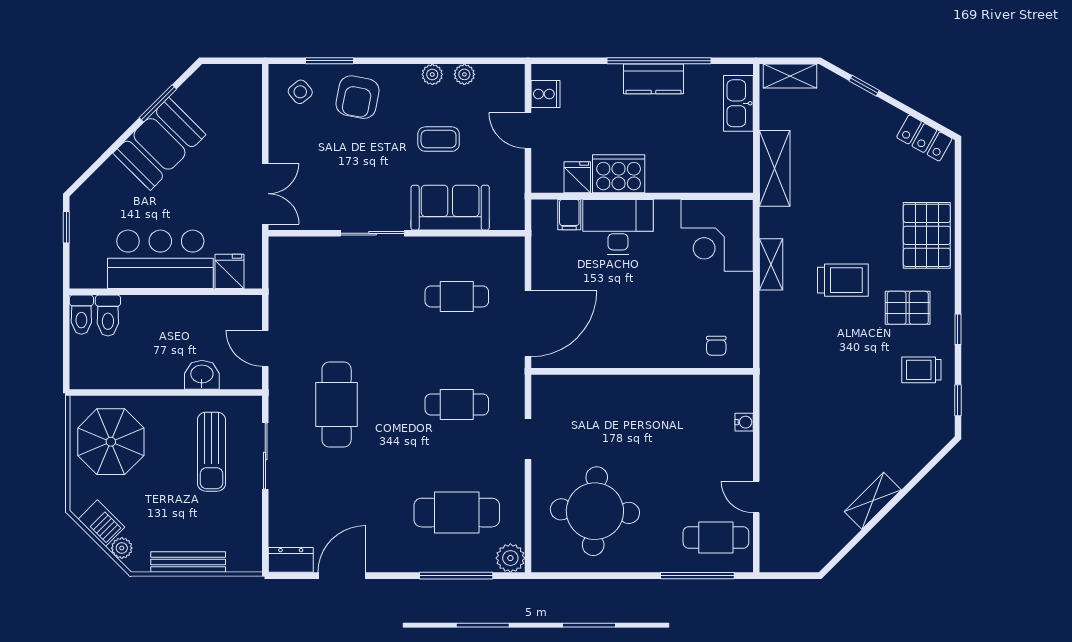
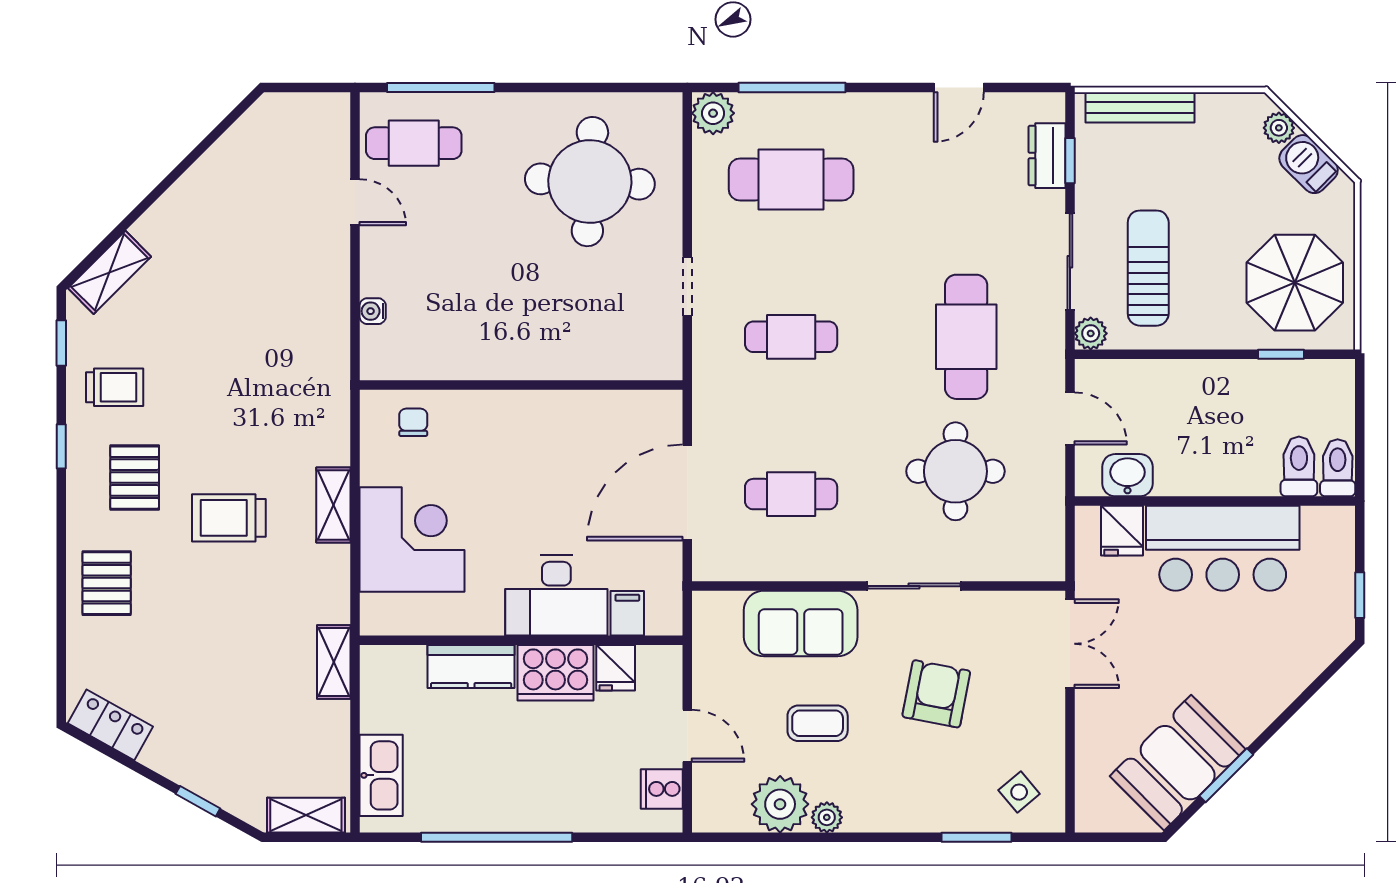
plant: (464, 74) -> (780, 804), width x1.88, depth x1.88
kitchen counter: (654, 79) -> (471, 666), moved, turned 180
armchair: (357, 97) -> (936, 694), moved
booth: (159, 144) -> (1178, 763), moved
shelving: (775, 168) -> (334, 662), width x0.67, depth x0.75
double door: (265, 194) -> (1070, 644), swing flipped
corner desk: (717, 235) -> (412, 539), moved
pallet: (927, 235) -> (107, 583), width x0.67, depth x0.71
shelving: (771, 264) -> (333, 505), moved
pallet: (908, 308) -> (135, 478), turned 90
round table: (344, 312) -> (955, 471), added
door: (528, 324) -> (687, 492), moved
washbasin: (202, 375) -> (1128, 475), moved, turned 180
window: (120, 393) -> (1281, 354), added
plant: (251, 407) -> (1091, 333), added
shelving: (873, 501) -> (110, 272), moved
window: (265, 526) -> (1070, 161), added
dresser: (291, 560) -> (1047, 156), moved, turned 90
bench: (188, 562) -> (1140, 107), moved
door: (342, 576) -> (959, 88), width x0.73

